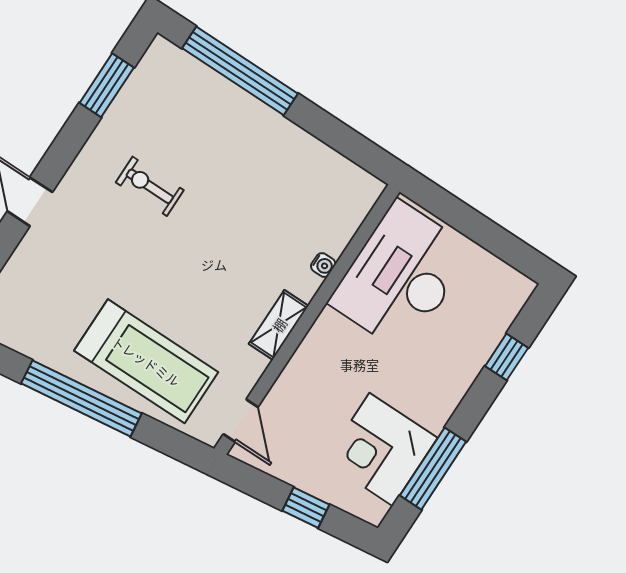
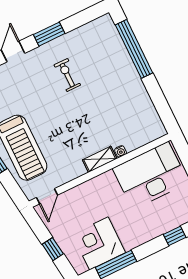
window: (107, 85) -> (49, 34), moved
shelving: (279, 325) -> (100, 159), moved

